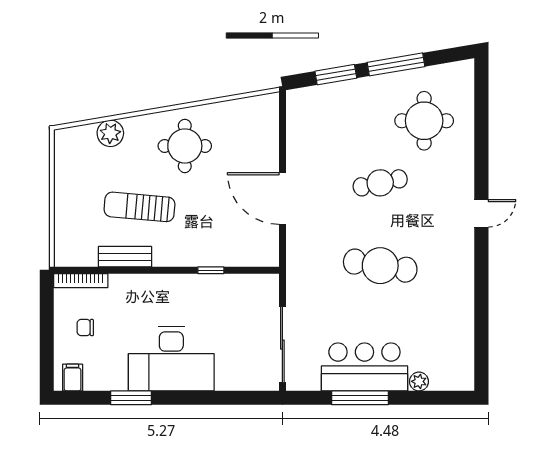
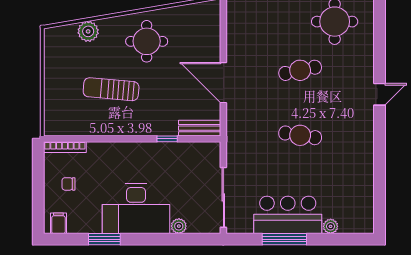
bench: (125, 257) -> (200, 128), moved
cafe table: (380, 266) -> (300, 135), width x0.73, depth x0.74
plant: (226, 381) -> (179, 226), added

